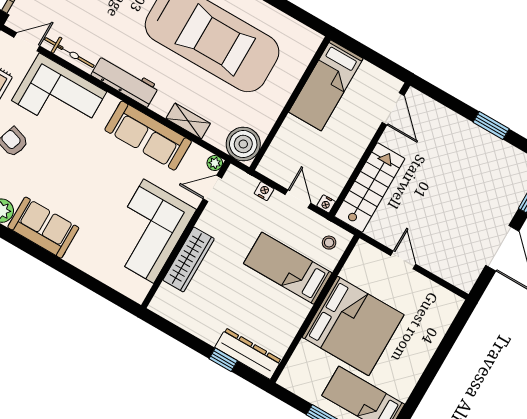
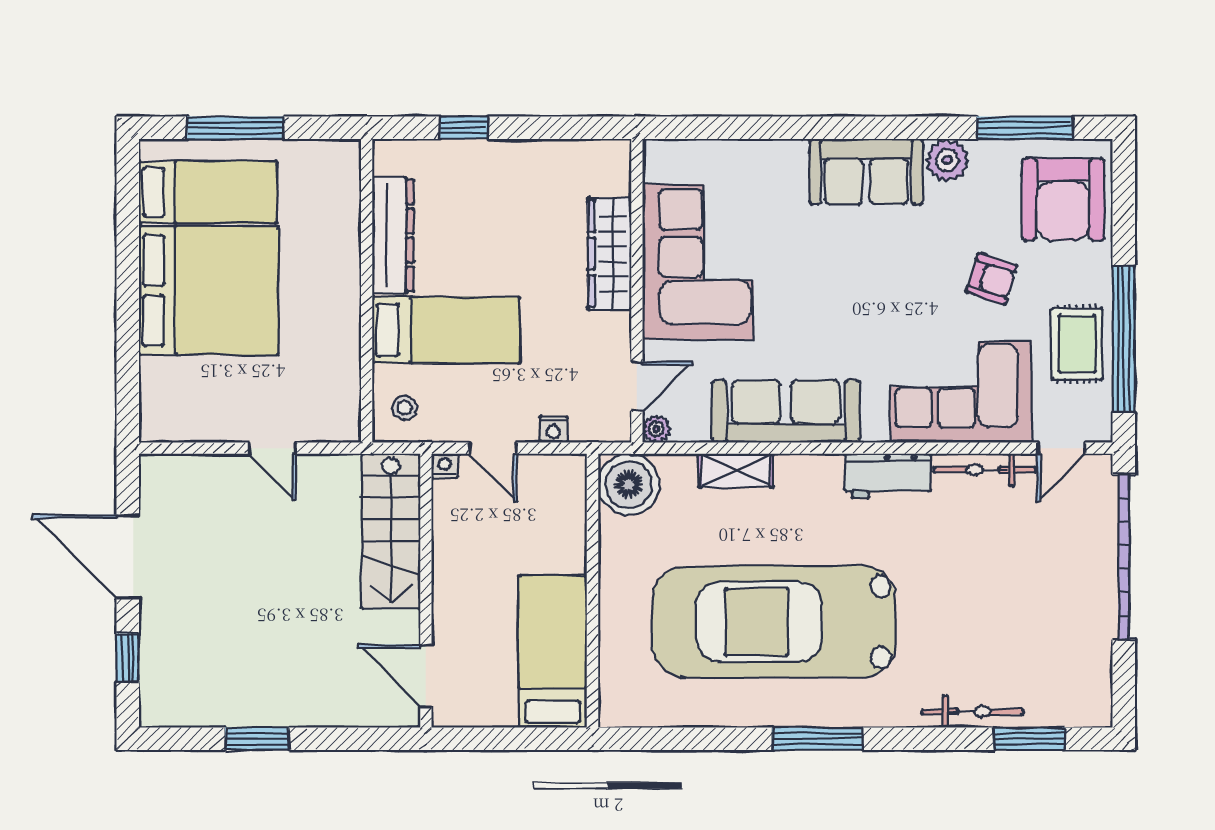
workbench: (125, 81) -> (888, 476), width x0.73
bed: (353, 326) -> (209, 291), moved, turned 180
dresser: (248, 354) -> (393, 236), moved, turned -90

